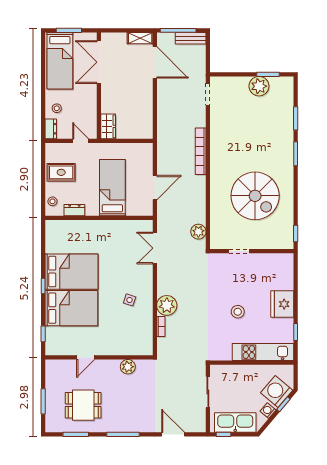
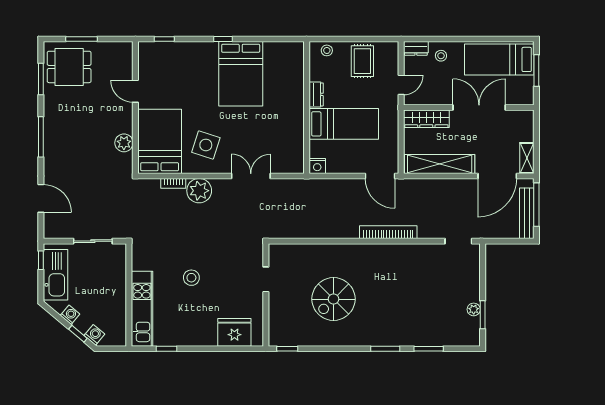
bench: (191, 38) -> (527, 213), width x1.36
double door: (99, 62) -> (479, 107), moved
plant: (259, 86) -> (474, 309), width x0.53, depth x0.53
shelving: (145, 109) -> (440, 164), added
wardrobe: (108, 126) -> (426, 119), width x1.50
door: (155, 188) -> (380, 176), moved
spiral stairs: (255, 196) -> (334, 299), width x0.73, depth x0.73
nightstand: (147, 209) -> (317, 166), added
dresser: (74, 210) -> (316, 94), moved
plant: (198, 232) -> (290, 229), removed
double door: (155, 248) -> (251, 176), moved
side table: (130, 300) -> (206, 145), width x1.87, depth x1.87
fridge: (282, 304) -> (234, 332), moved
bed: (71, 308) -> (160, 141), moved, turned 180
washing machine: (277, 391) -> (94, 335), width x0.53, depth x0.53
dining table: (83, 405) -> (69, 67), moved, turned 90
door: (173, 434) -> (41, 198), hinge flipped

